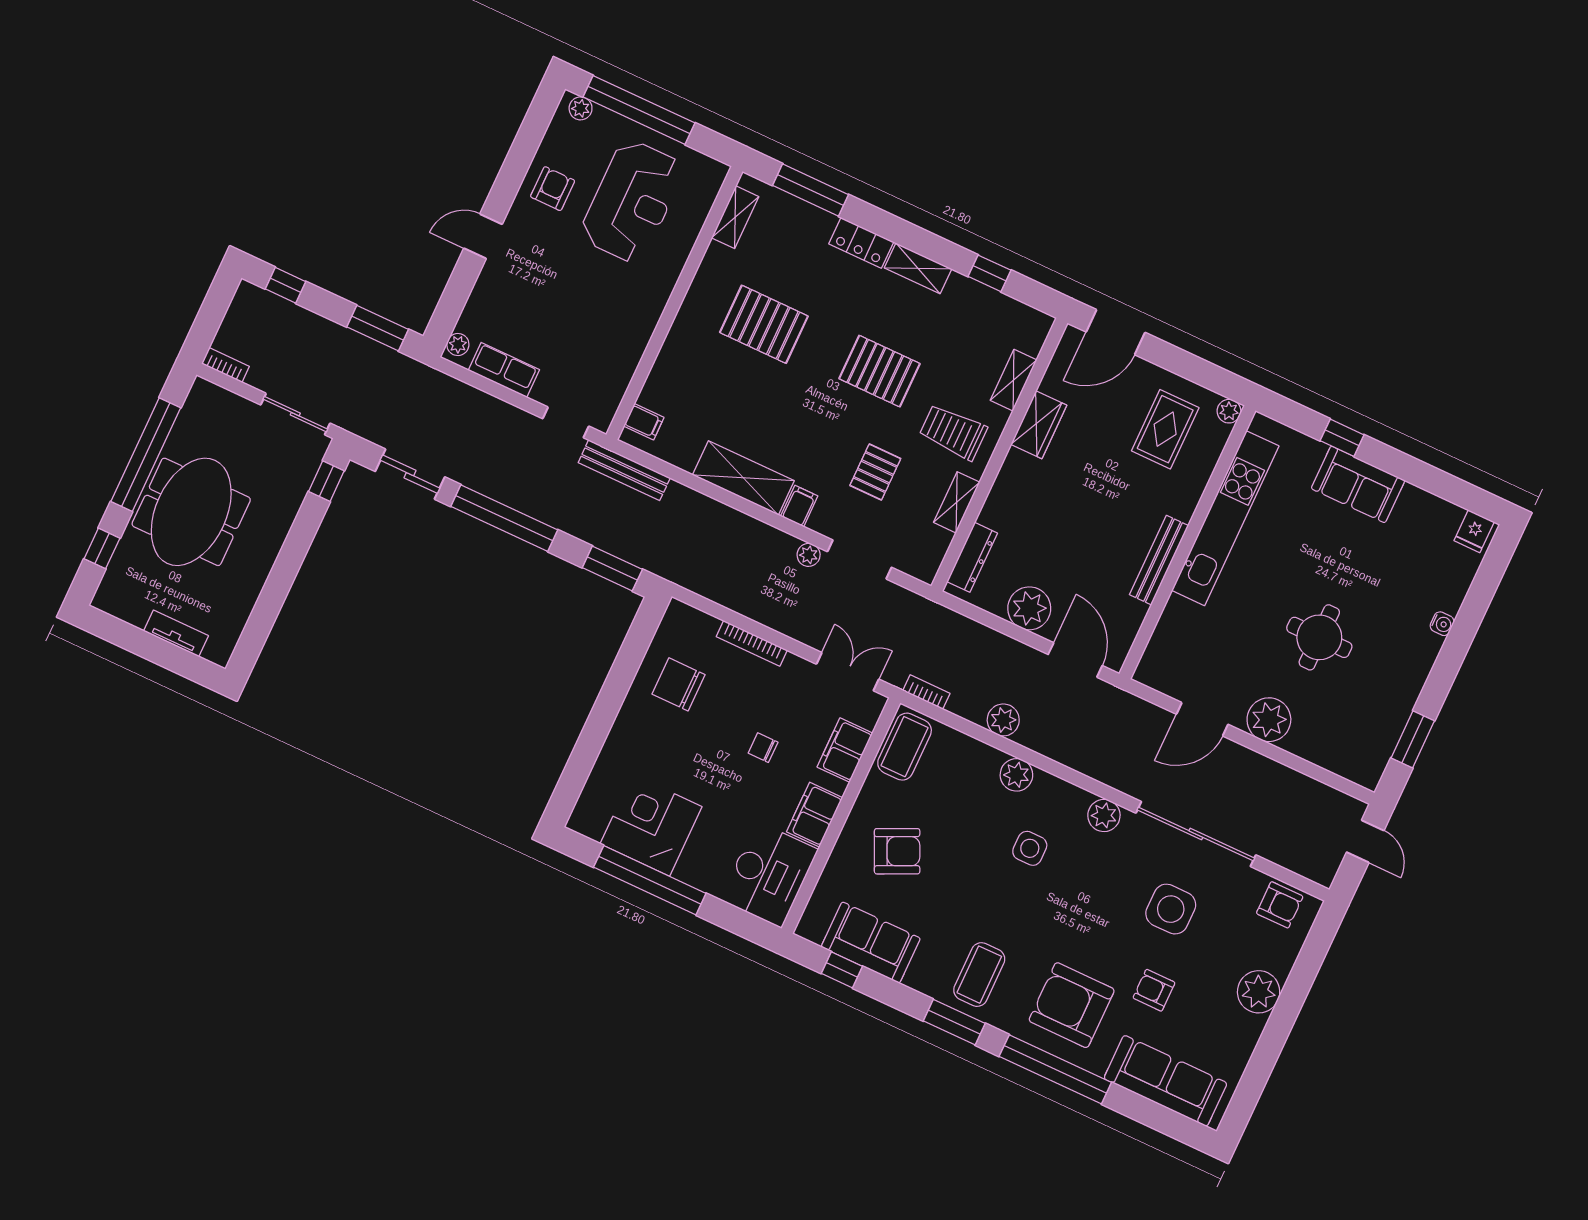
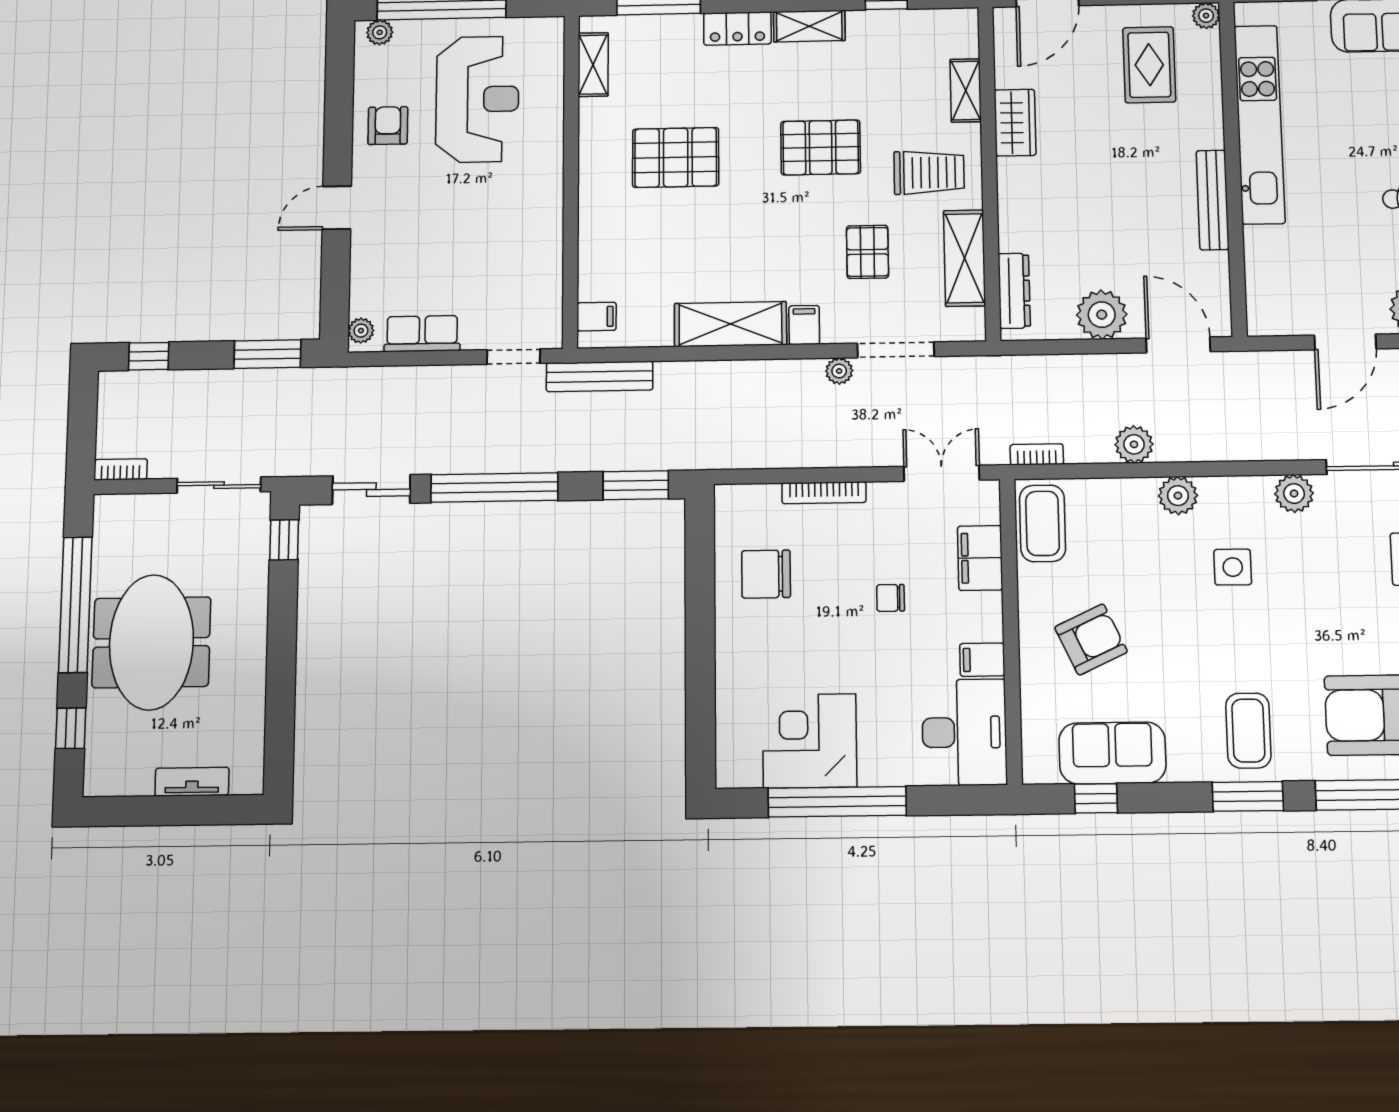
trolley: (953, 432) -> (929, 172), turned 180
shelving: (957, 502) -> (964, 258), width x1.50, depth x1.33
filing cabinet: (815, 815) -> (982, 660), width x0.50

